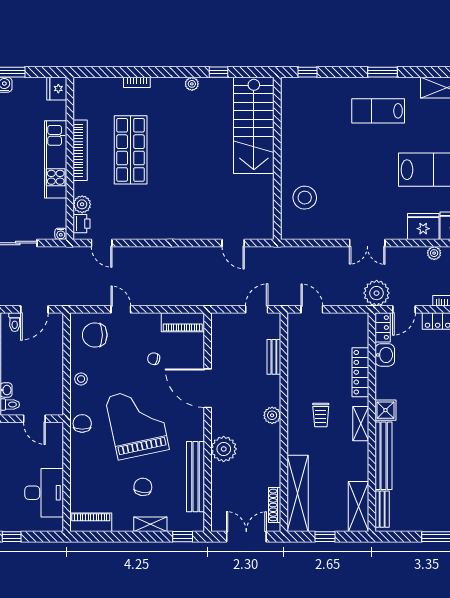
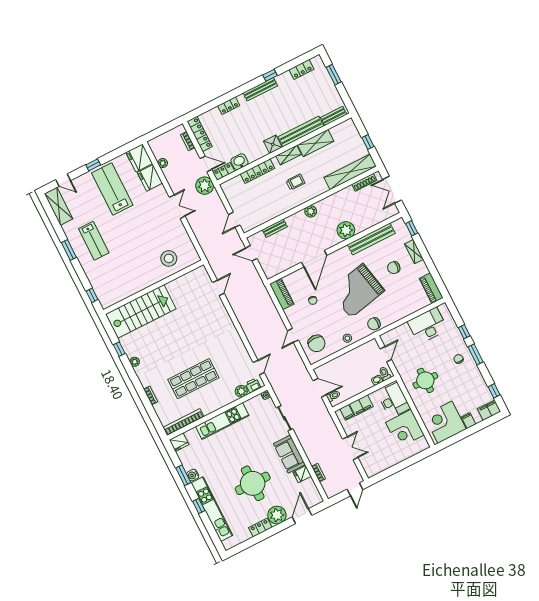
bookcase: (80, 150) -> (184, 422), moved
shelving: (358, 506) -> (316, 143), moved

